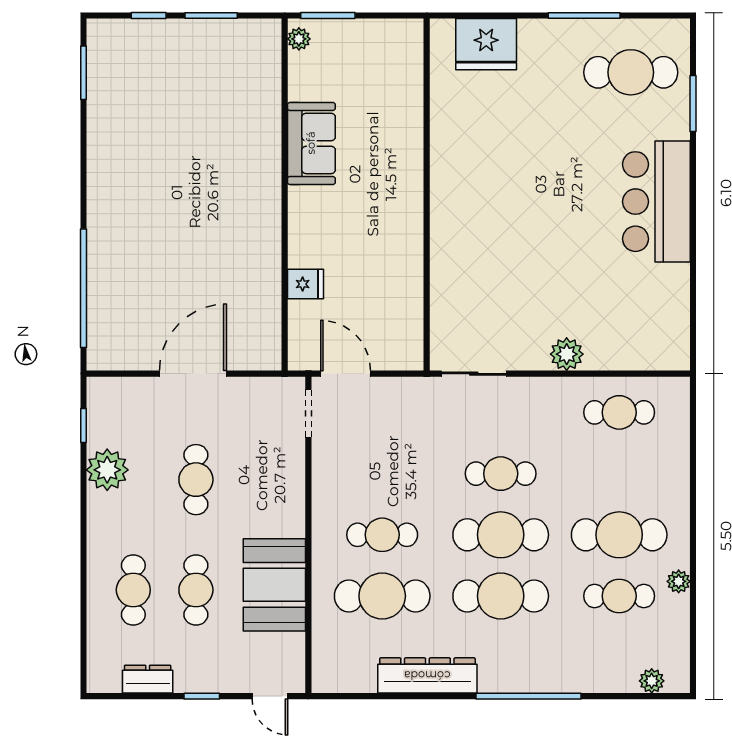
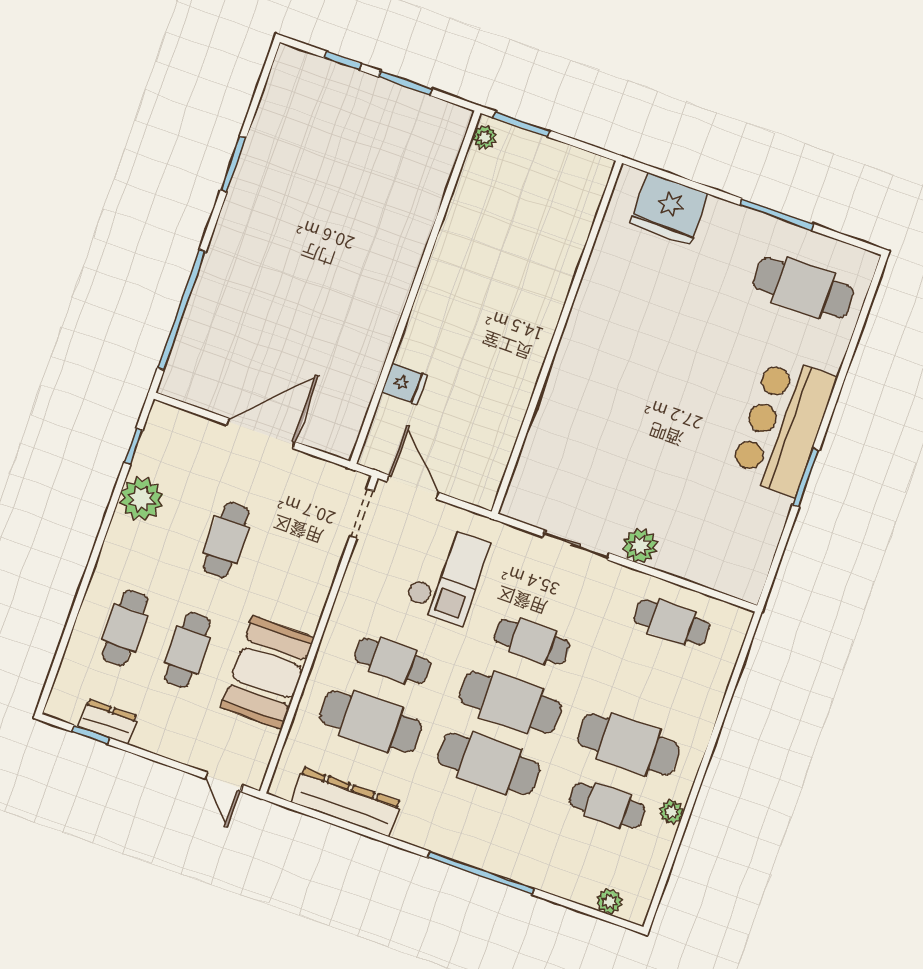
window: (83, 73) -> (233, 164), moved
window: (693, 103) -> (806, 478), moved
sofa: (311, 143) -> (460, 246), removed
sliding door: (474, 374) -> (576, 545), moved
checkout: (404, 441) -> (447, 575), added
dresser: (427, 675) -> (346, 802), moved
window: (202, 696) -> (90, 735), moved

